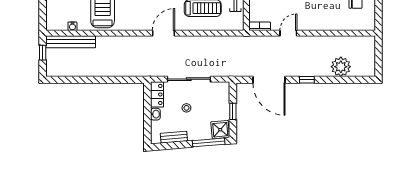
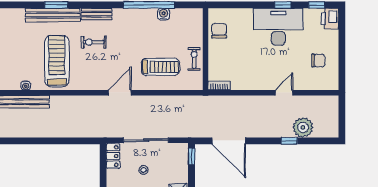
door: (288, 33) -> (284, 93), moved
window: (307, 80) -> (289, 141), moved
window: (233, 111) -> (192, 156), moved
washbasin: (155, 114) -> (111, 176), removed

